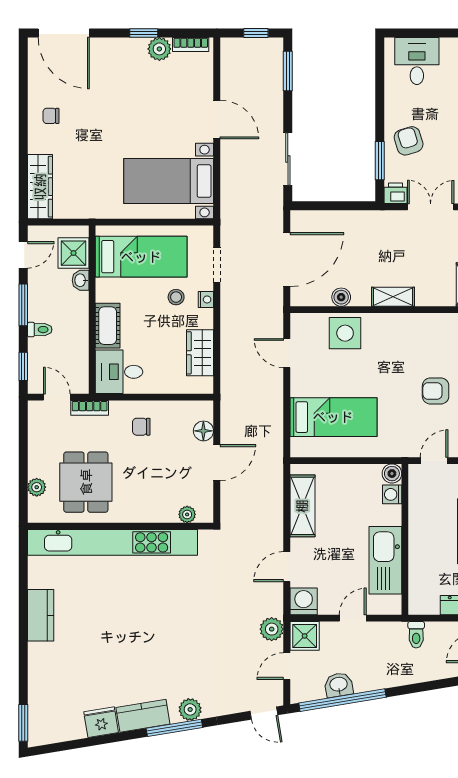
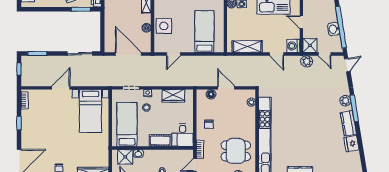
plant: (159, 49) -> (27, 116), removed

